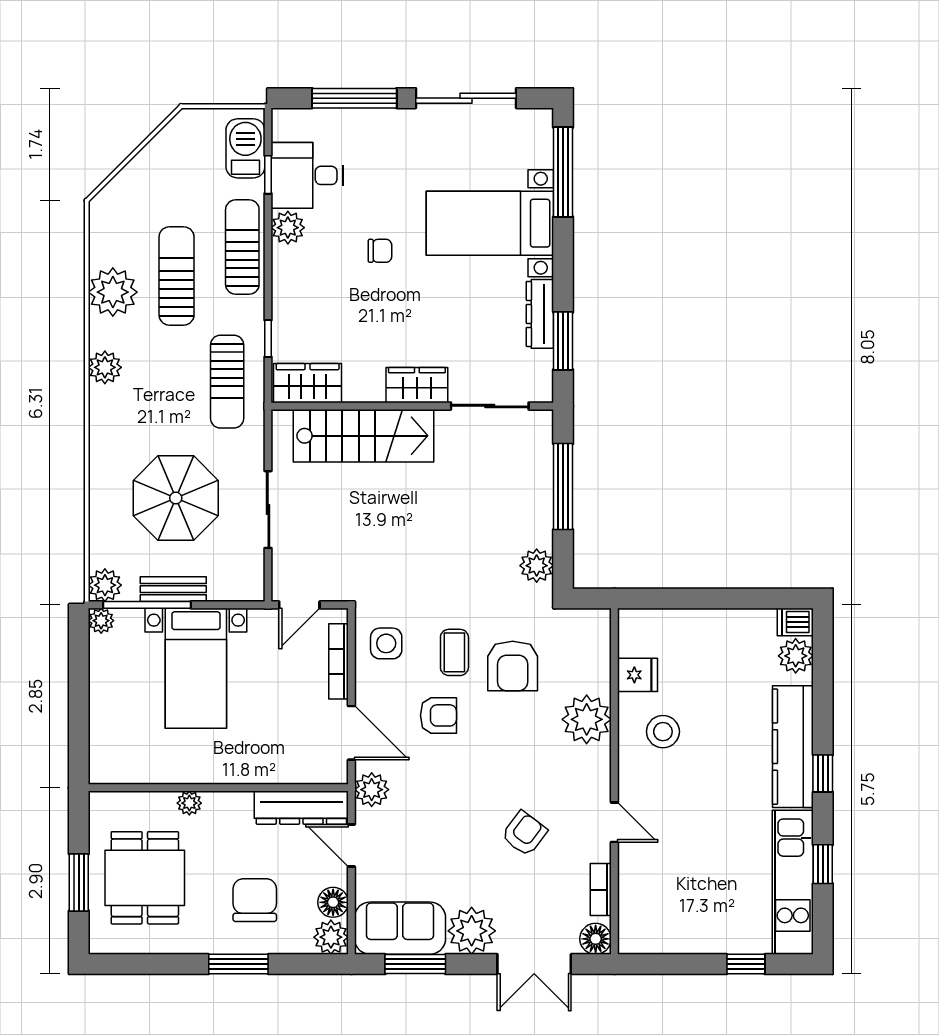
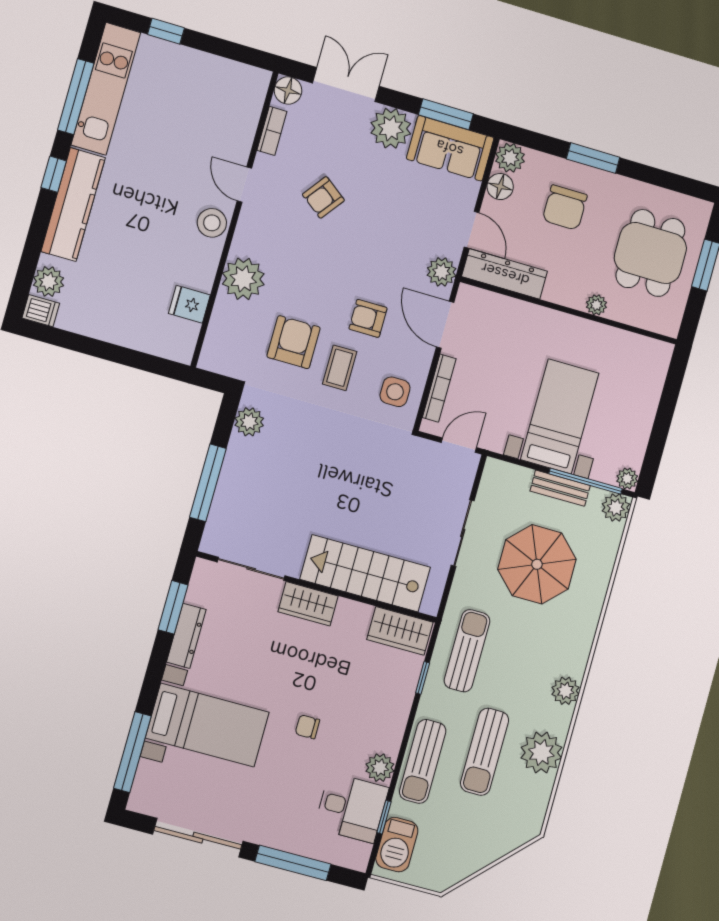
stool: (663, 732) -> (212, 223), moved
window: (823, 864) -> (76, 97), width x2.17

